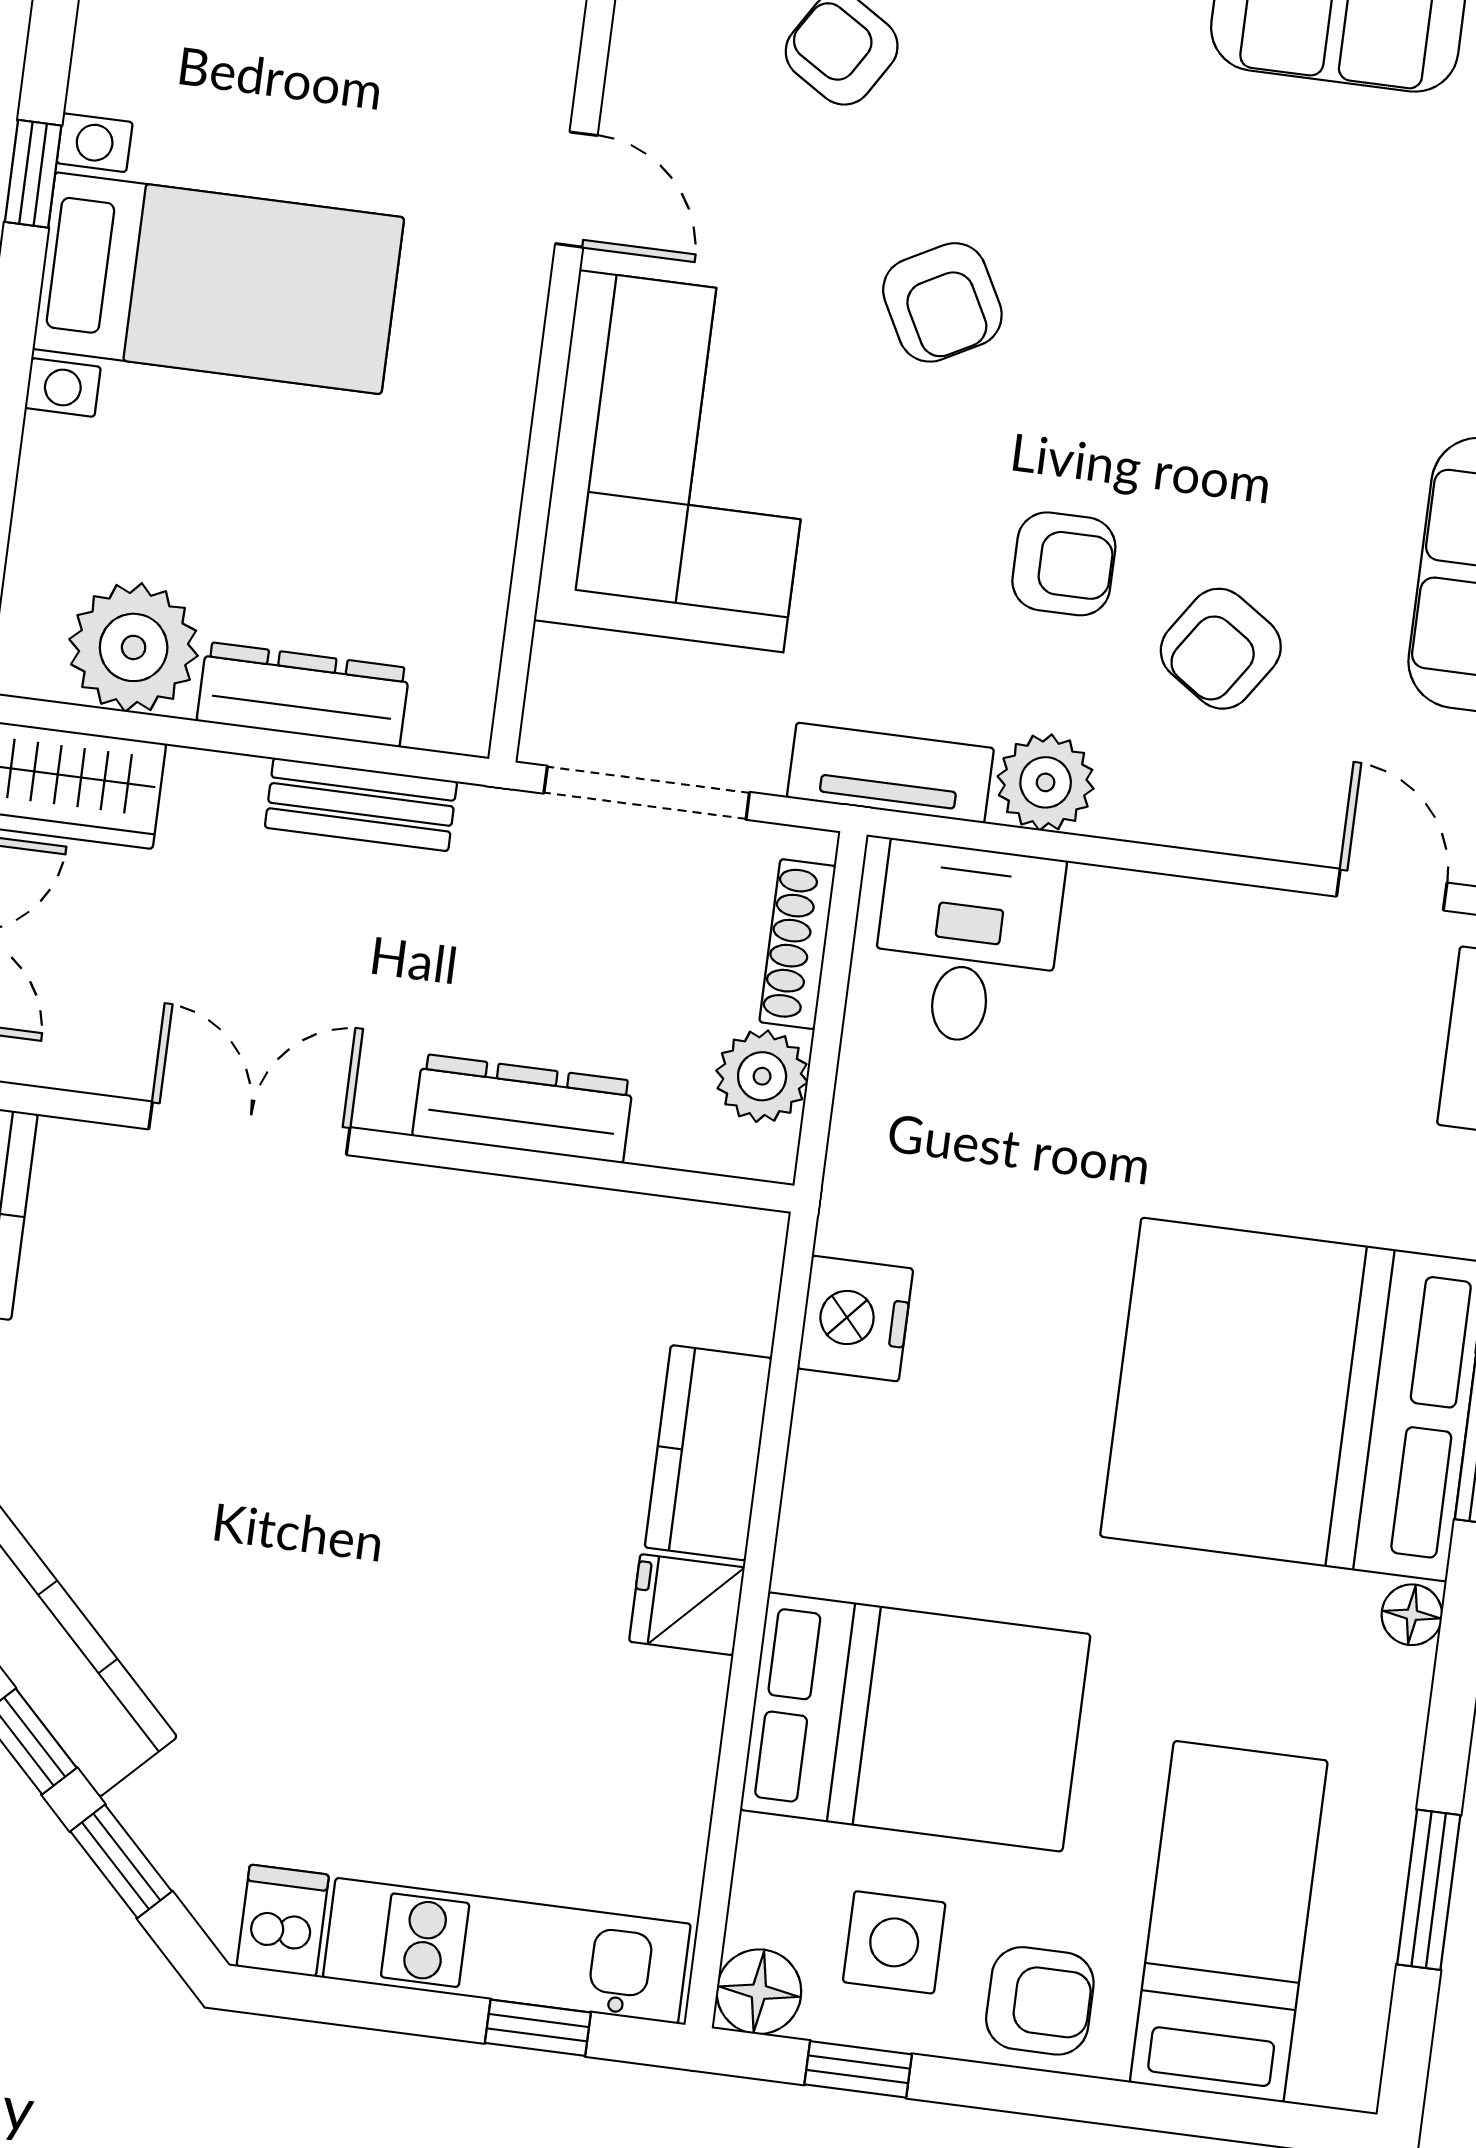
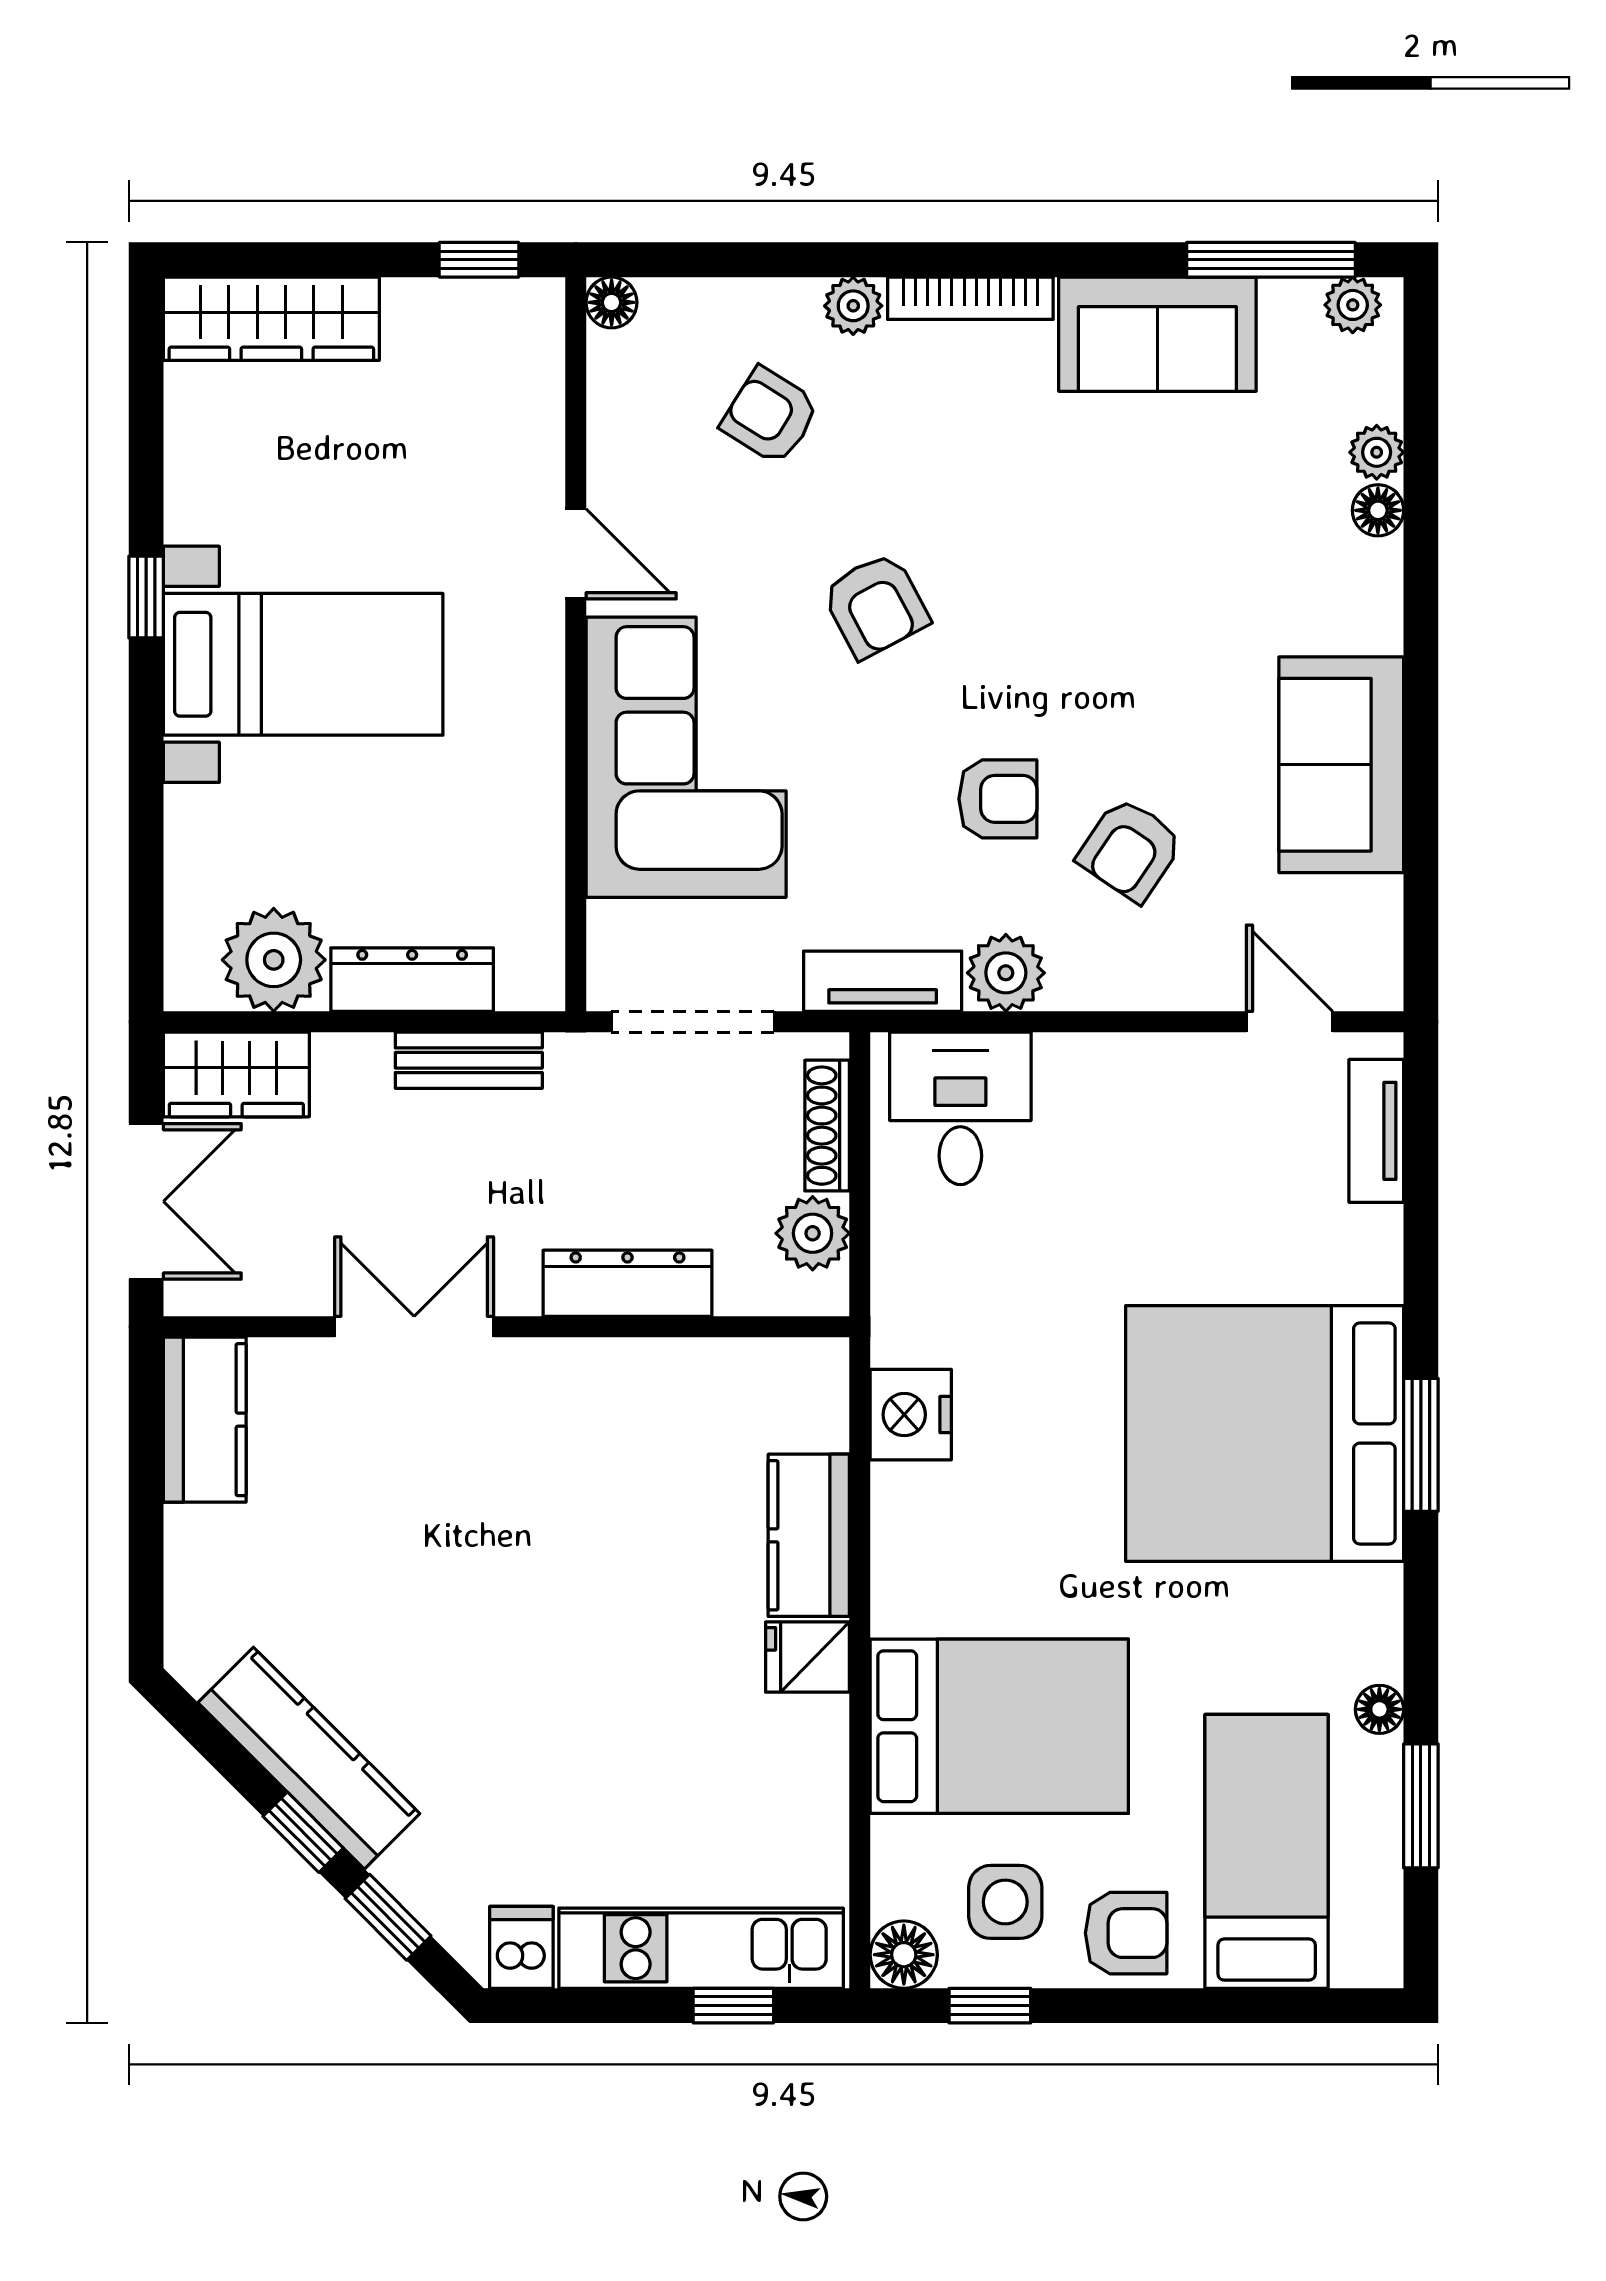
floor lamp: (1412, 1615) -> (1379, 1709), moved

